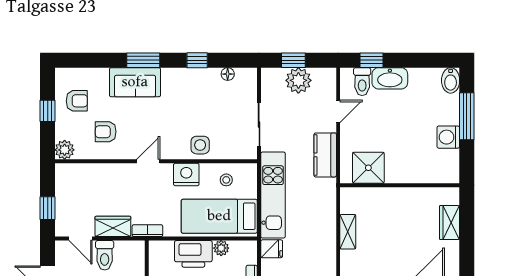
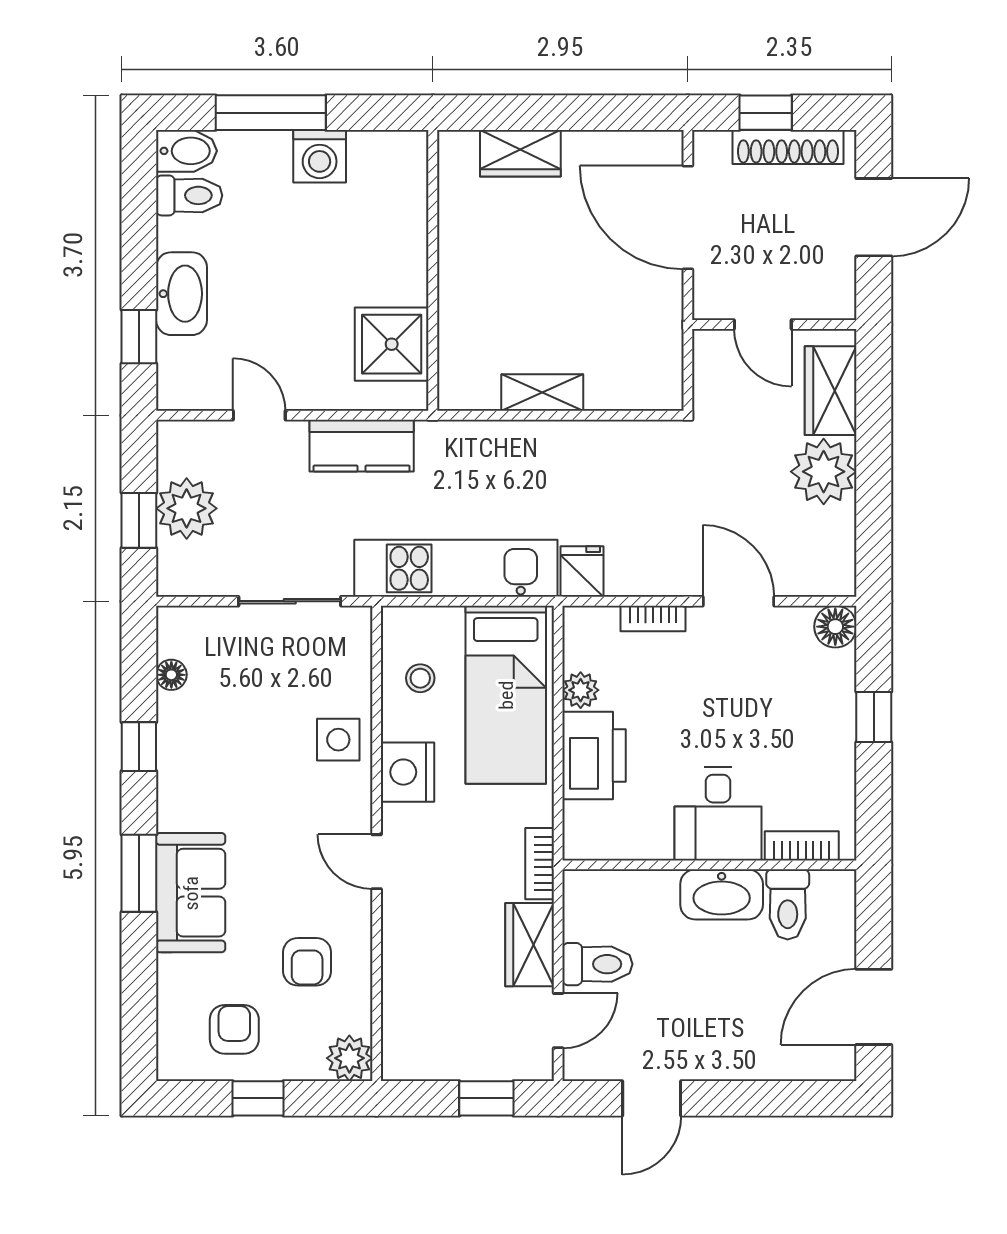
toilet: (362, 82) -> (189, 195), moved

